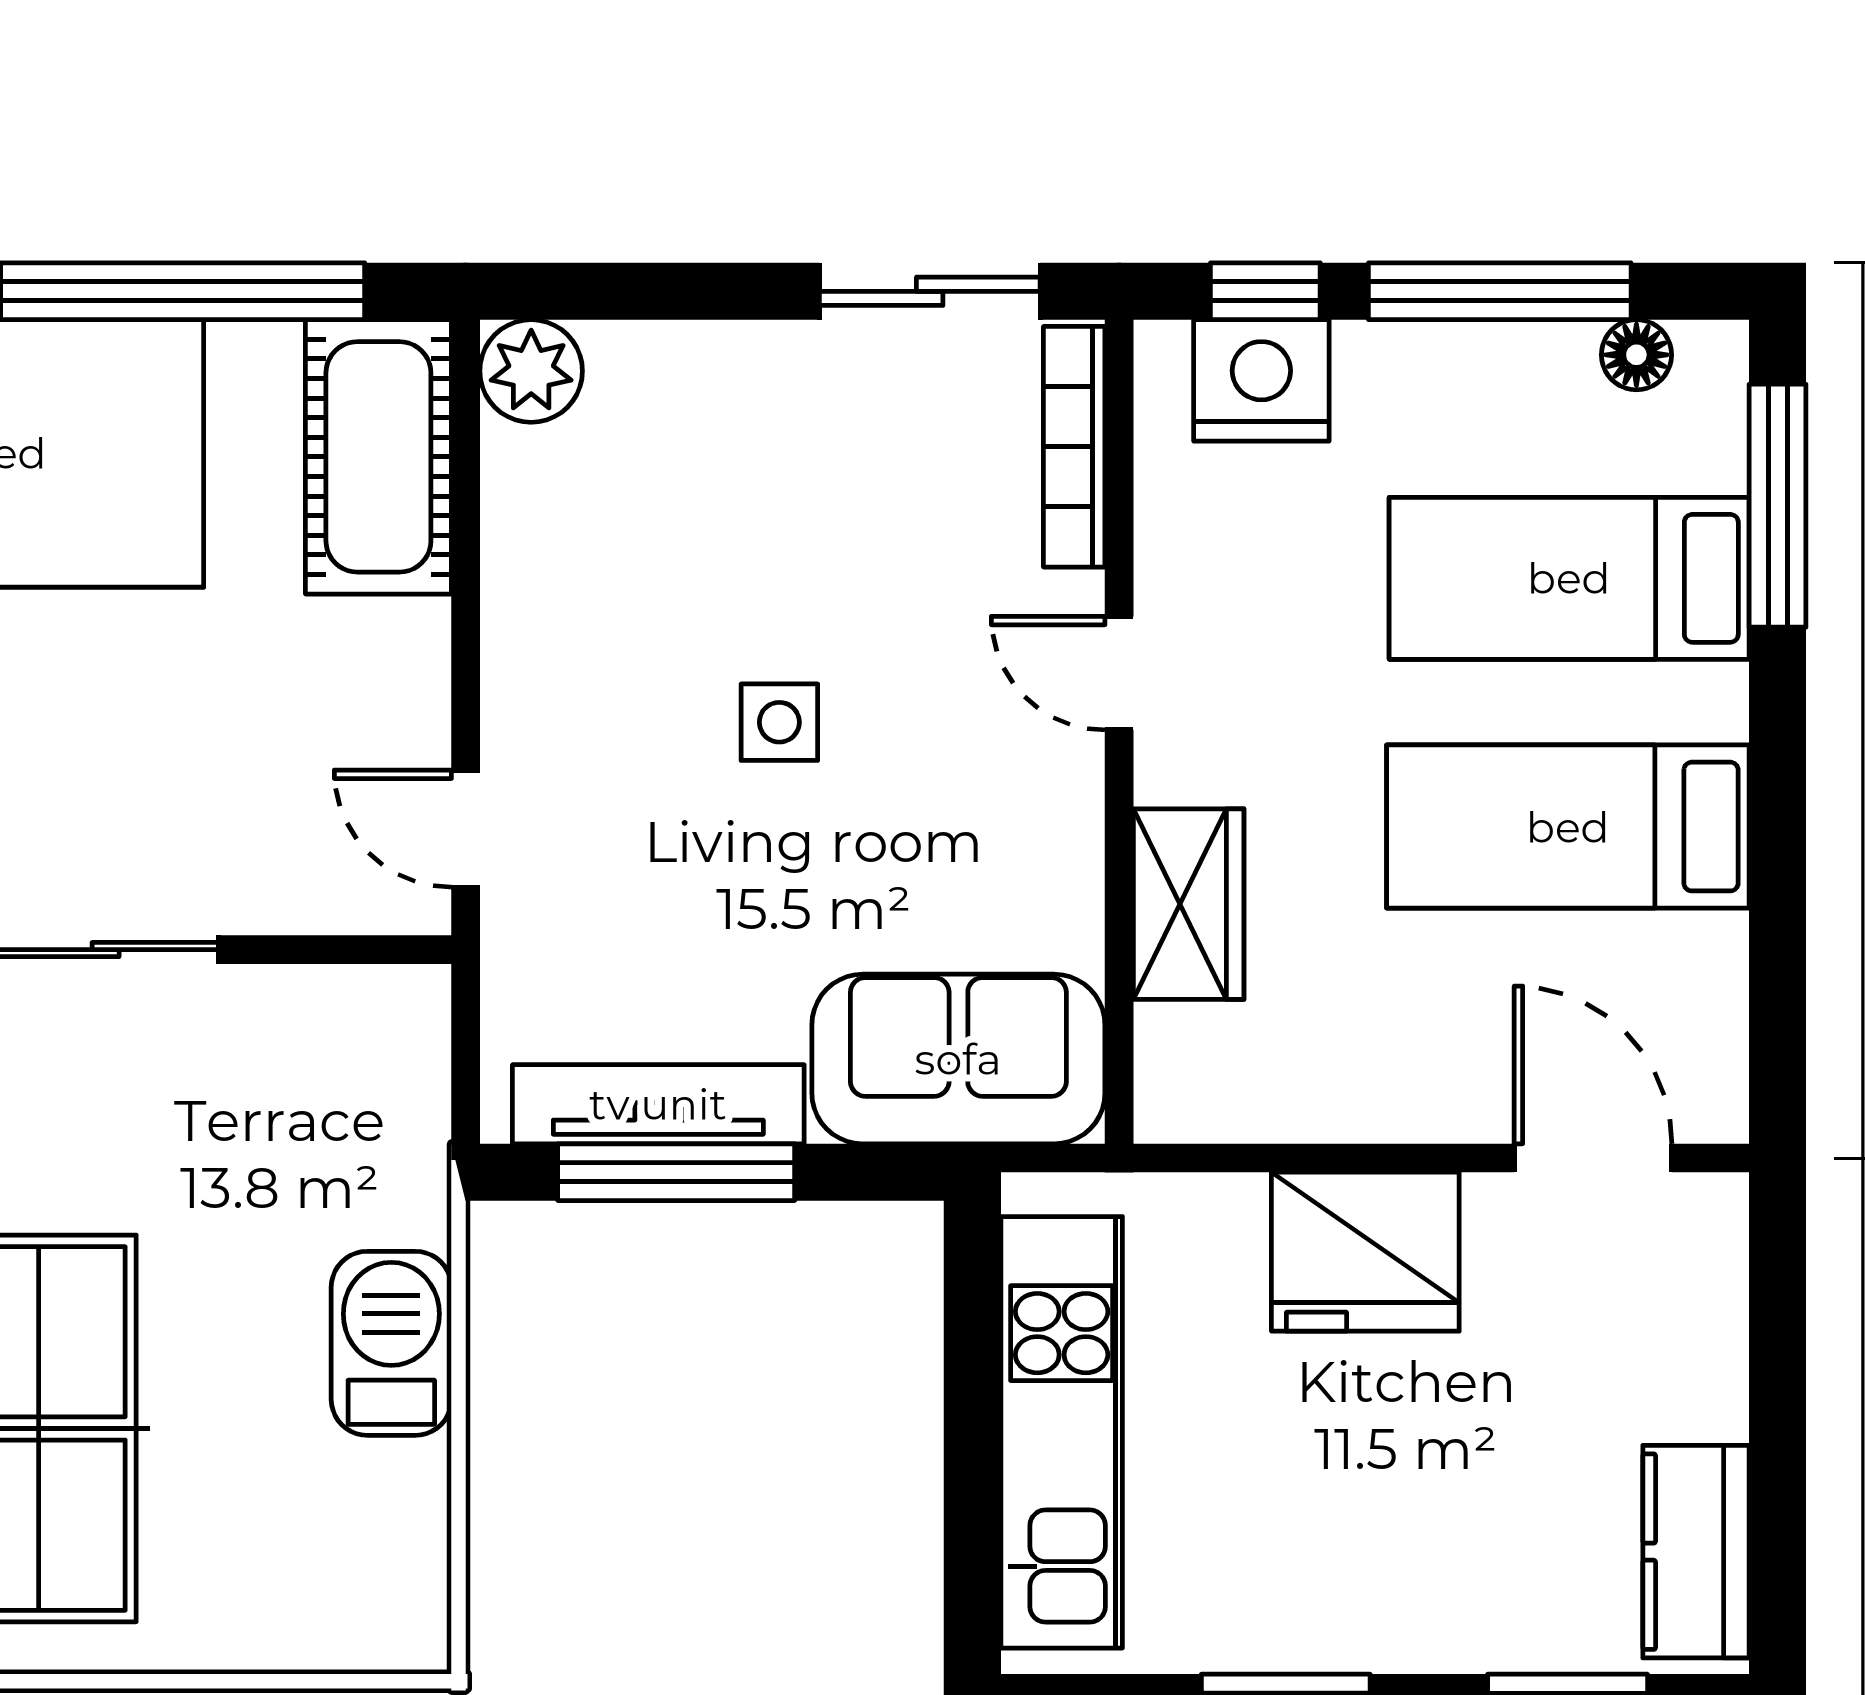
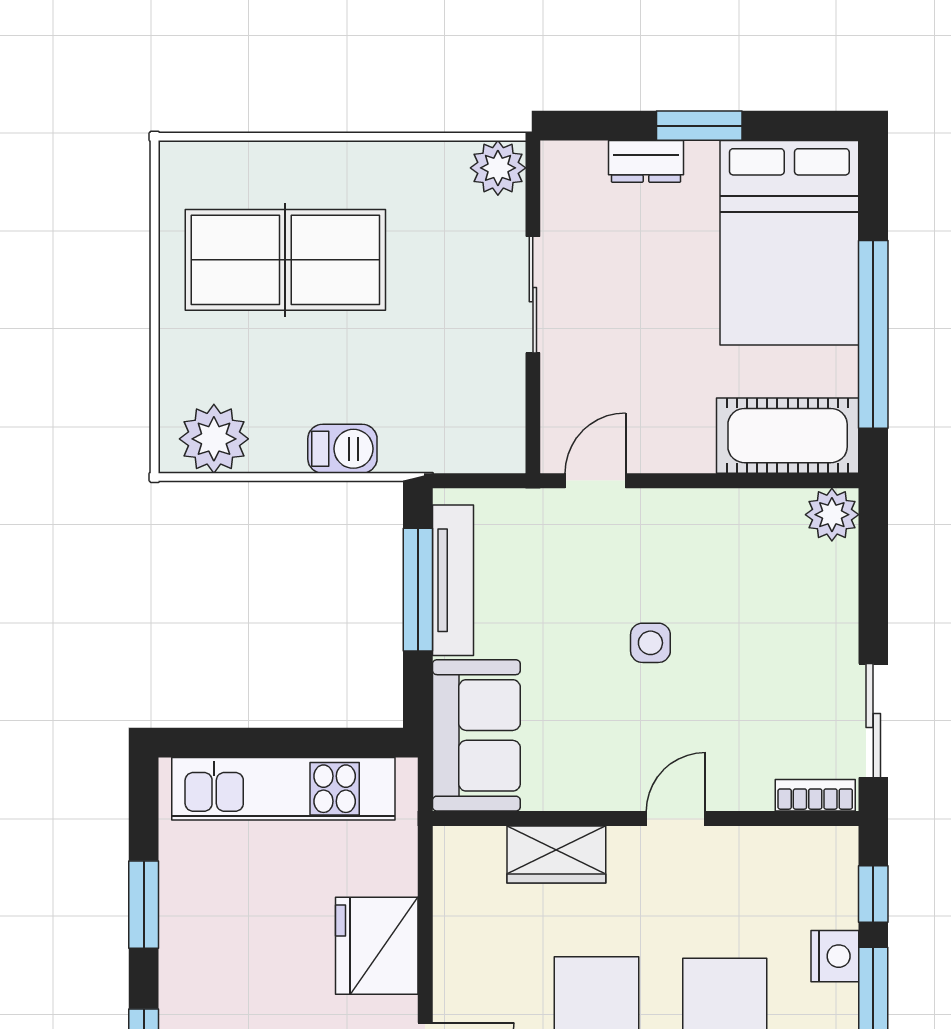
nightstand: (1261, 380) -> (835, 956), moved, width x0.74, depth x0.75
bookcase: (1074, 447) -> (815, 795), width x0.64
barbecue: (391, 1343) -> (342, 449), width x0.73, depth x0.79
plant: (385, 1567) -> (214, 439), added

